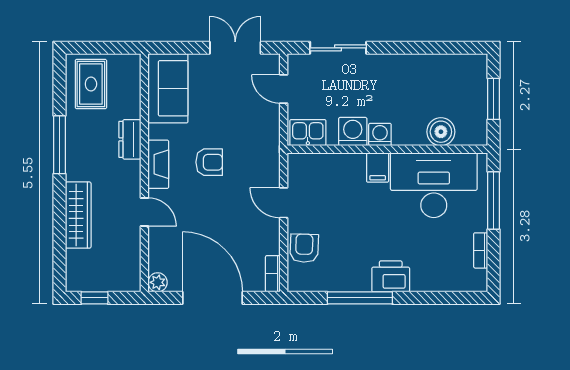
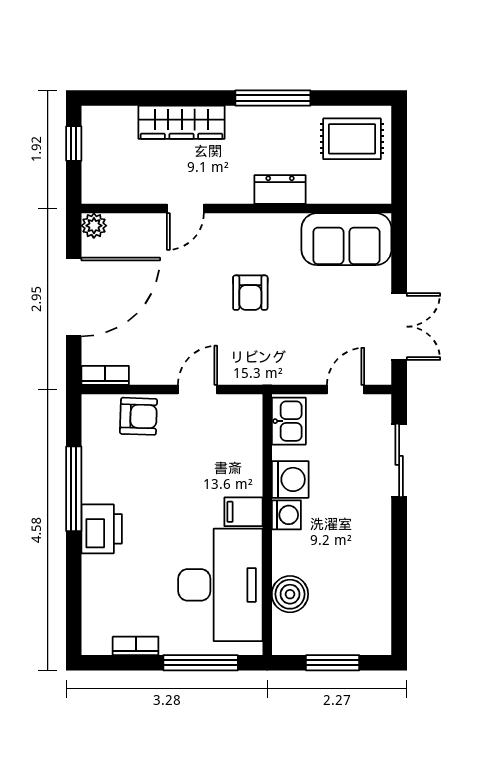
fireplace: (158, 164) -> (248, 226), removed

